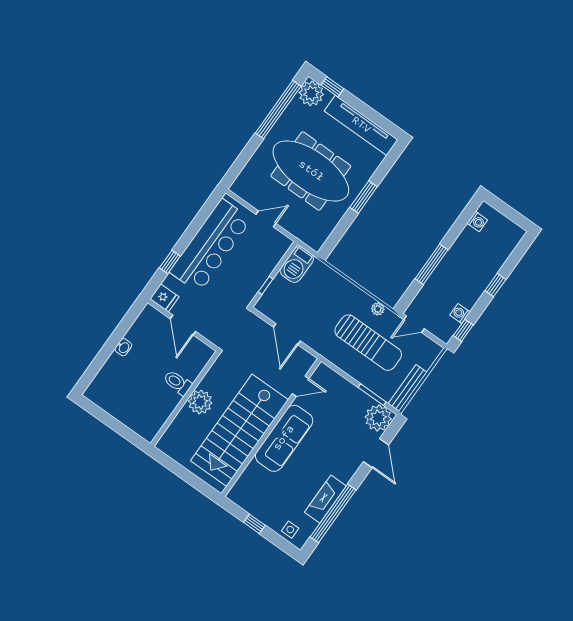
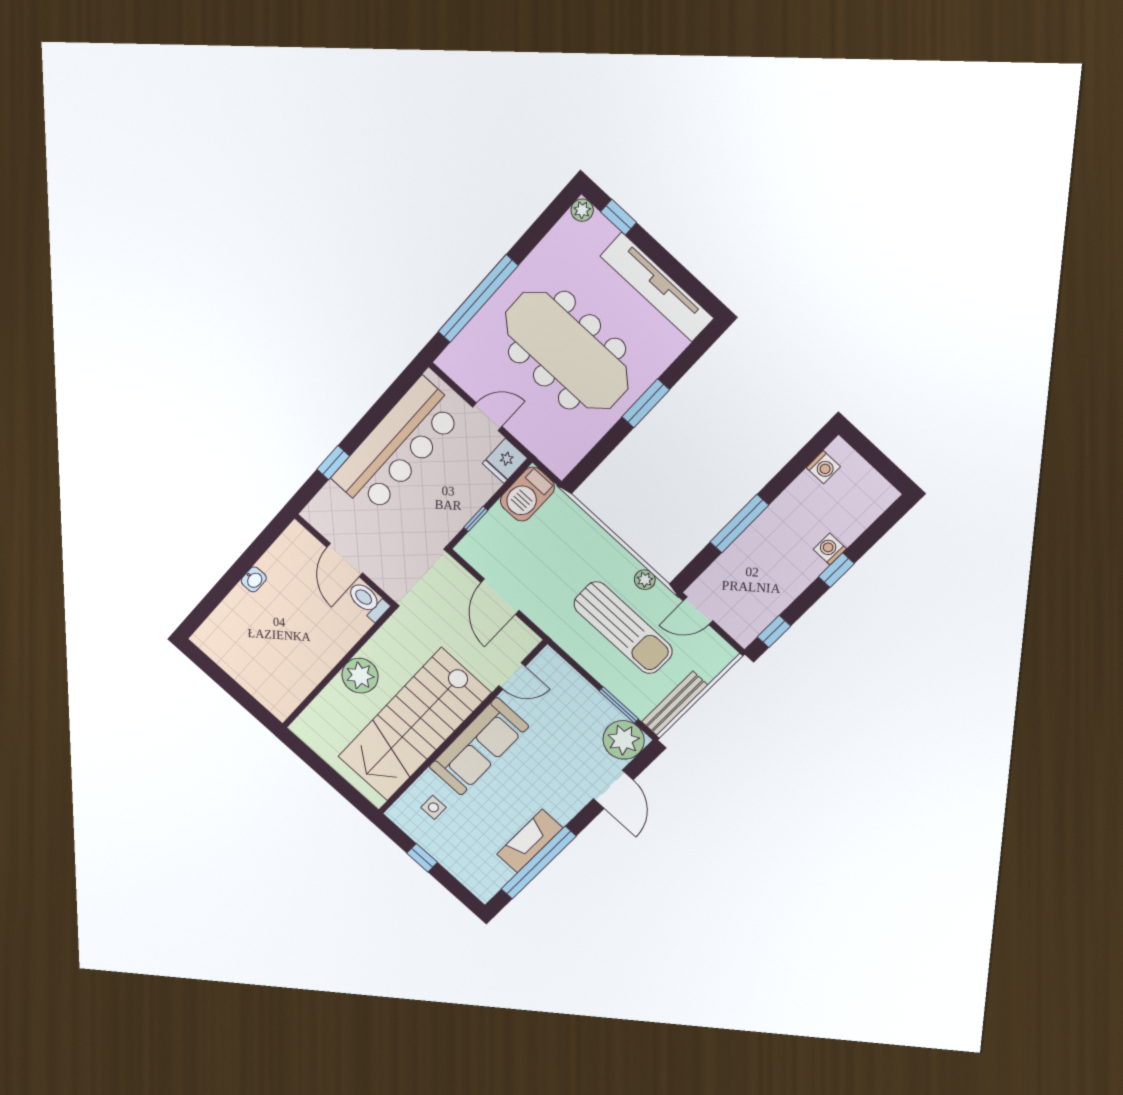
plant: (311, 93) -> (582, 210), width x0.53, depth x0.53
window: (278, 110) -> (478, 299), moved
fridge: (164, 298) -> (505, 461), moved, turned 90
washing machine: (460, 313) -> (830, 549), moved
toilet: (178, 383) -> (368, 601), moved
side table: (290, 530) -> (433, 807), moved

